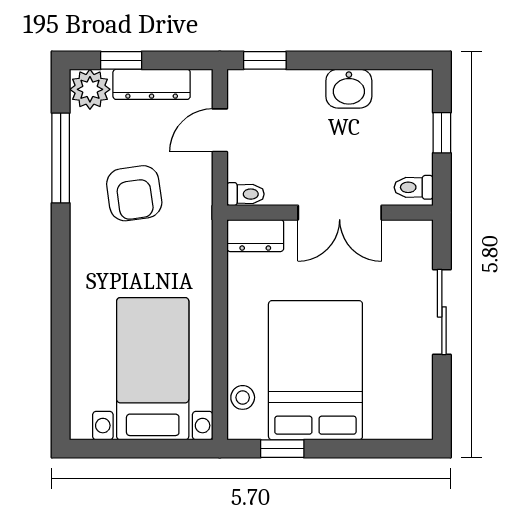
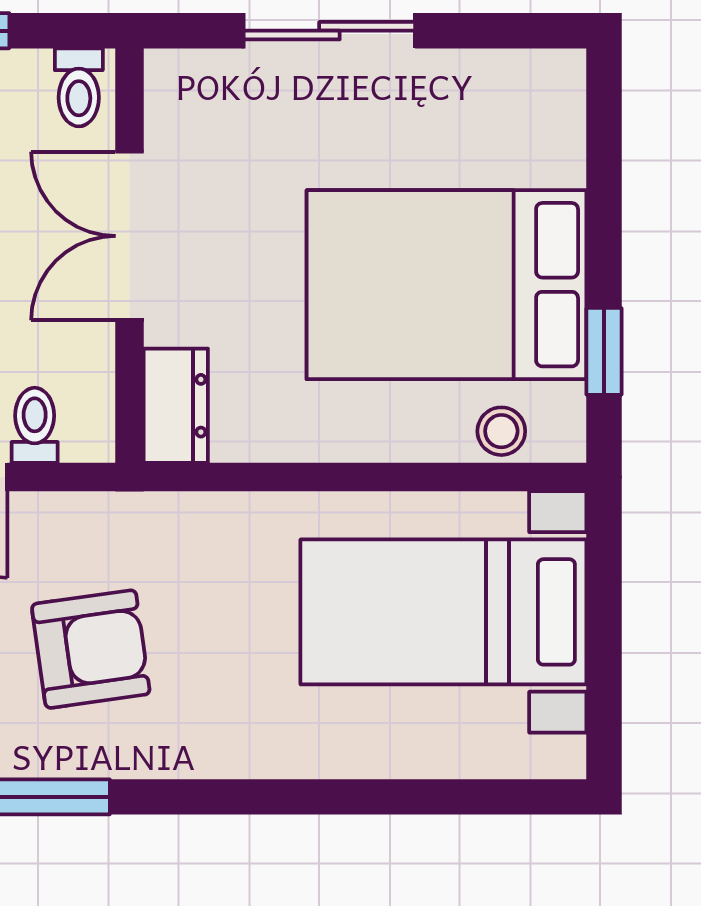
toilet: (246, 194) -> (35, 425), moved
double door: (340, 213) -> (130, 236), swing flipped

